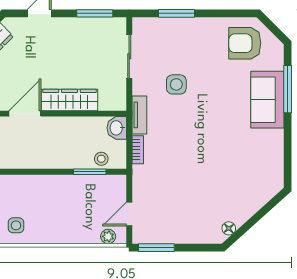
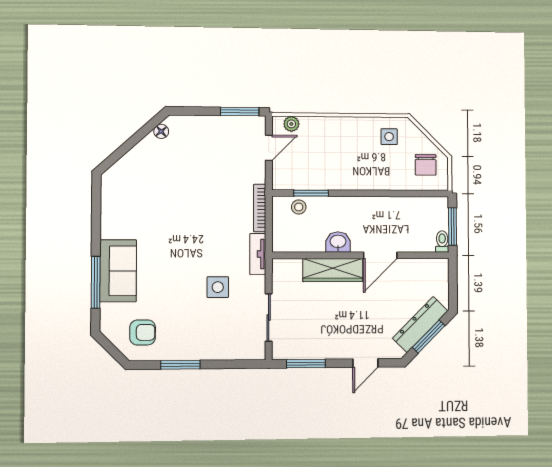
window: (176, 13) -> (180, 365), moved
armchair: (245, 43) -> (143, 332), width x0.72, depth x0.72
washbasin: (117, 128) -> (338, 242), moved, turned -90
bookcase: (138, 150) -> (260, 208), width x1.56

